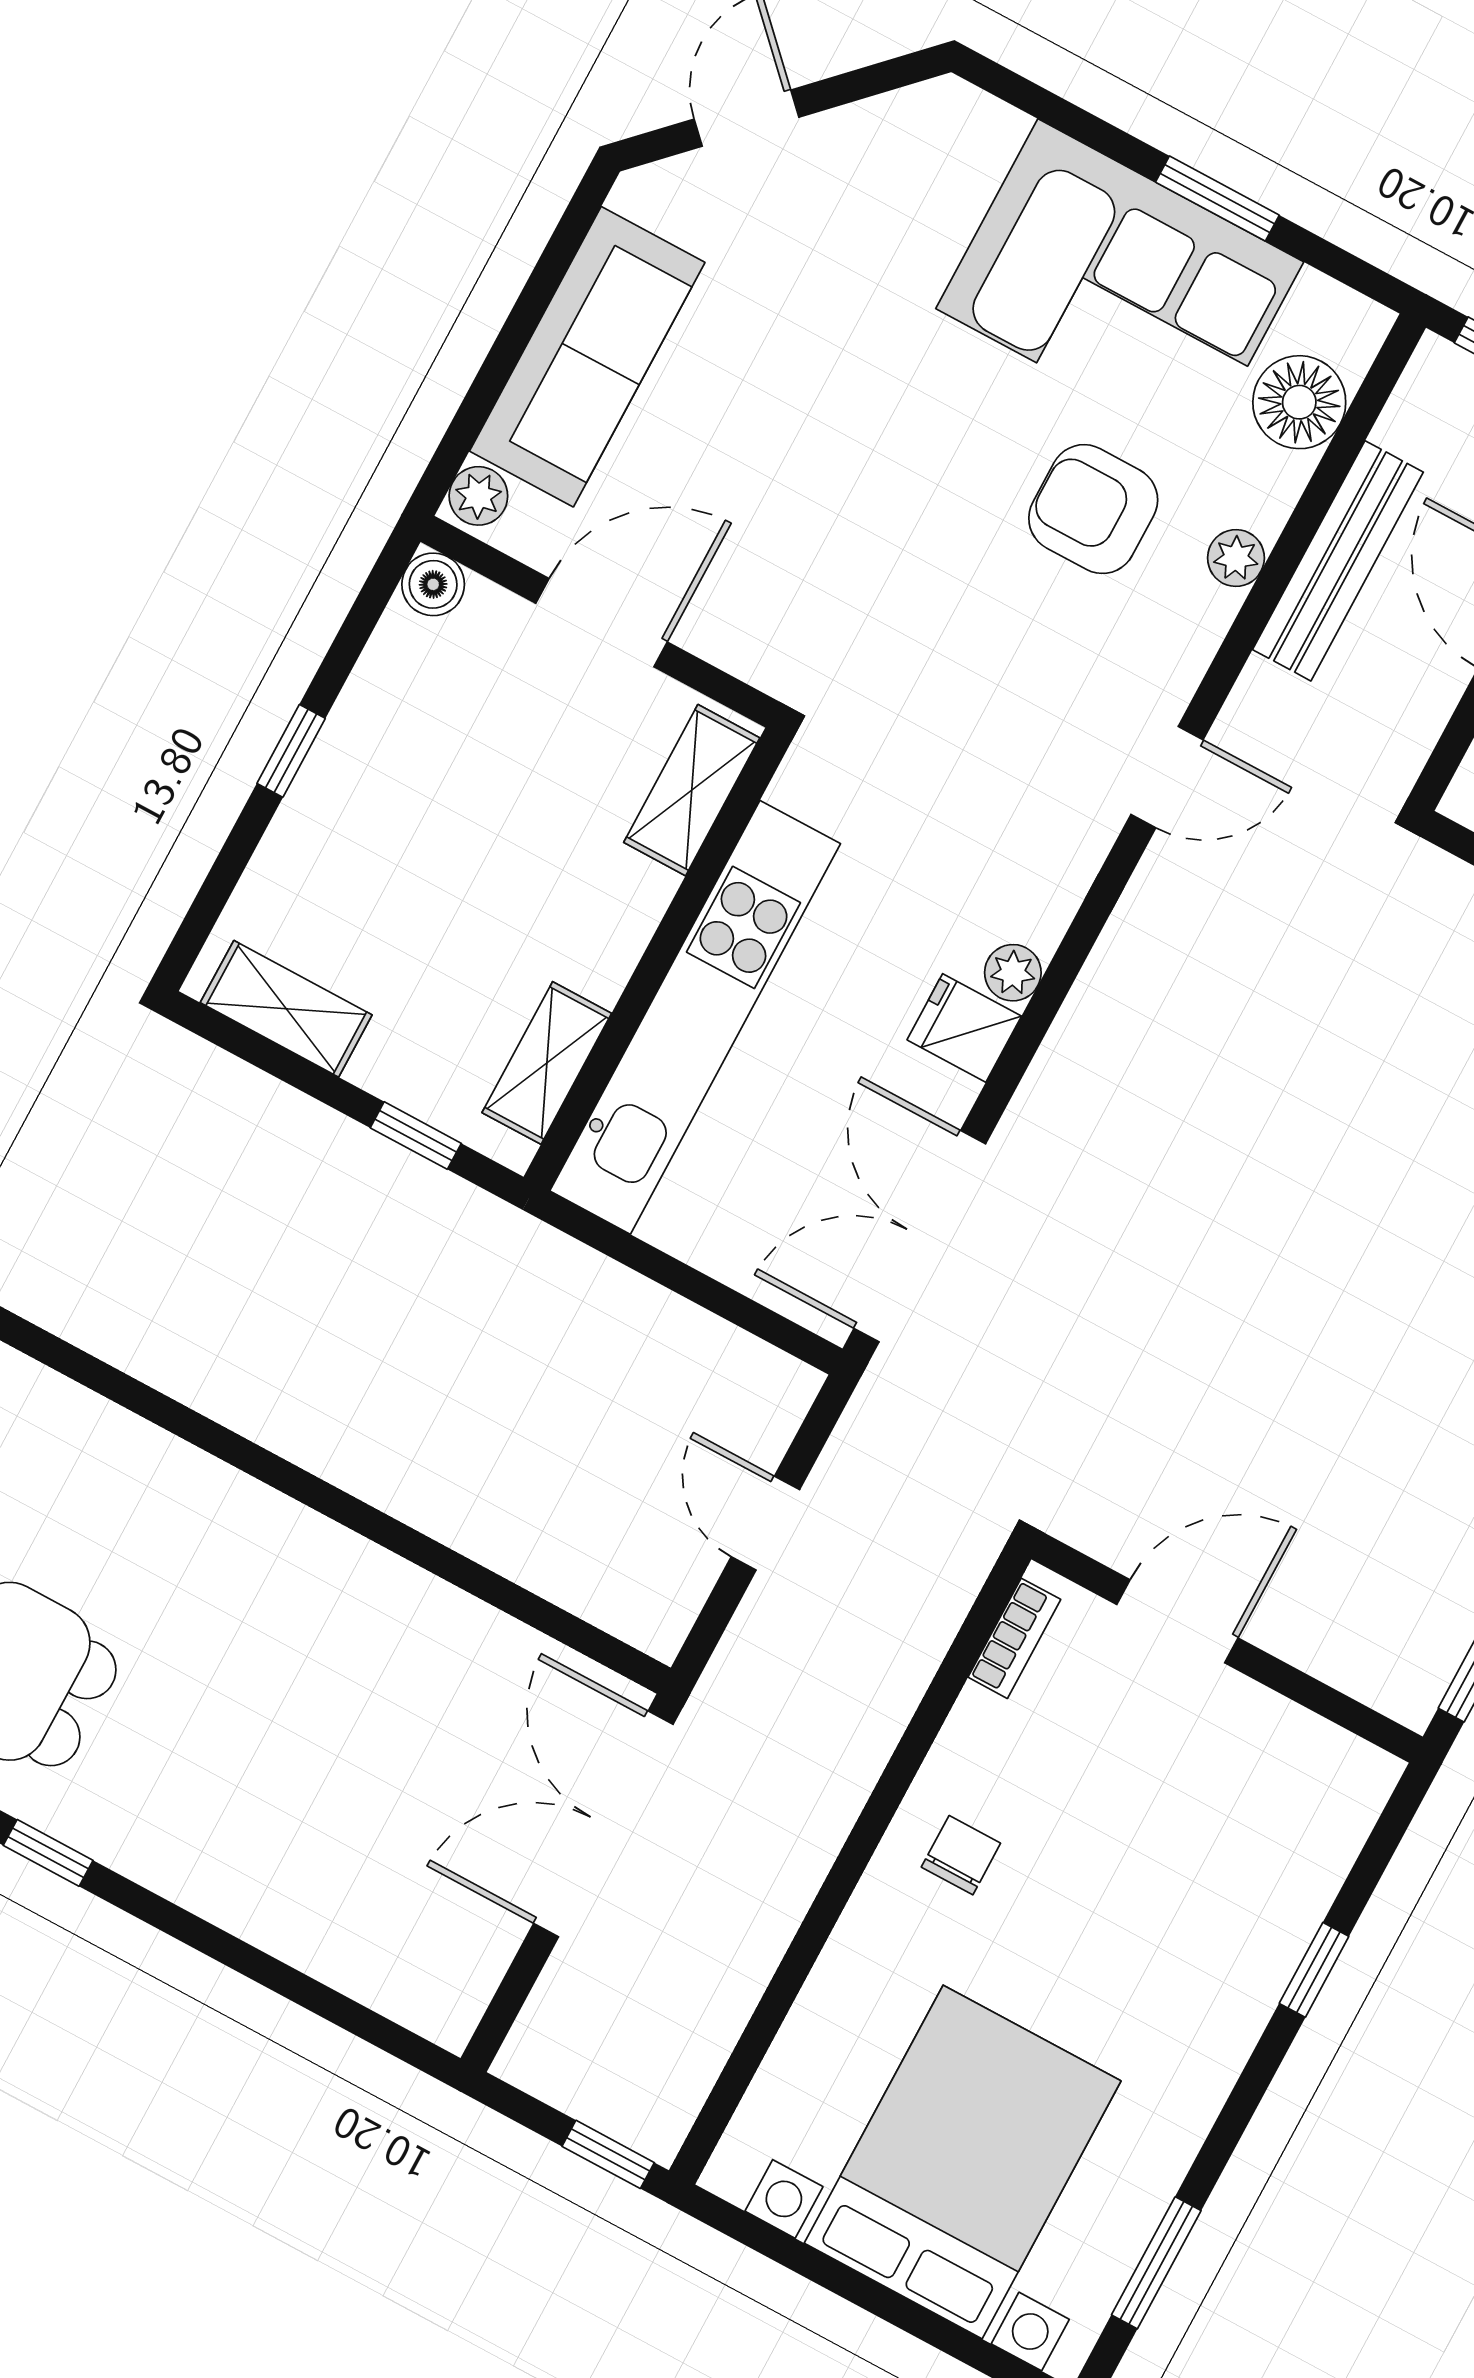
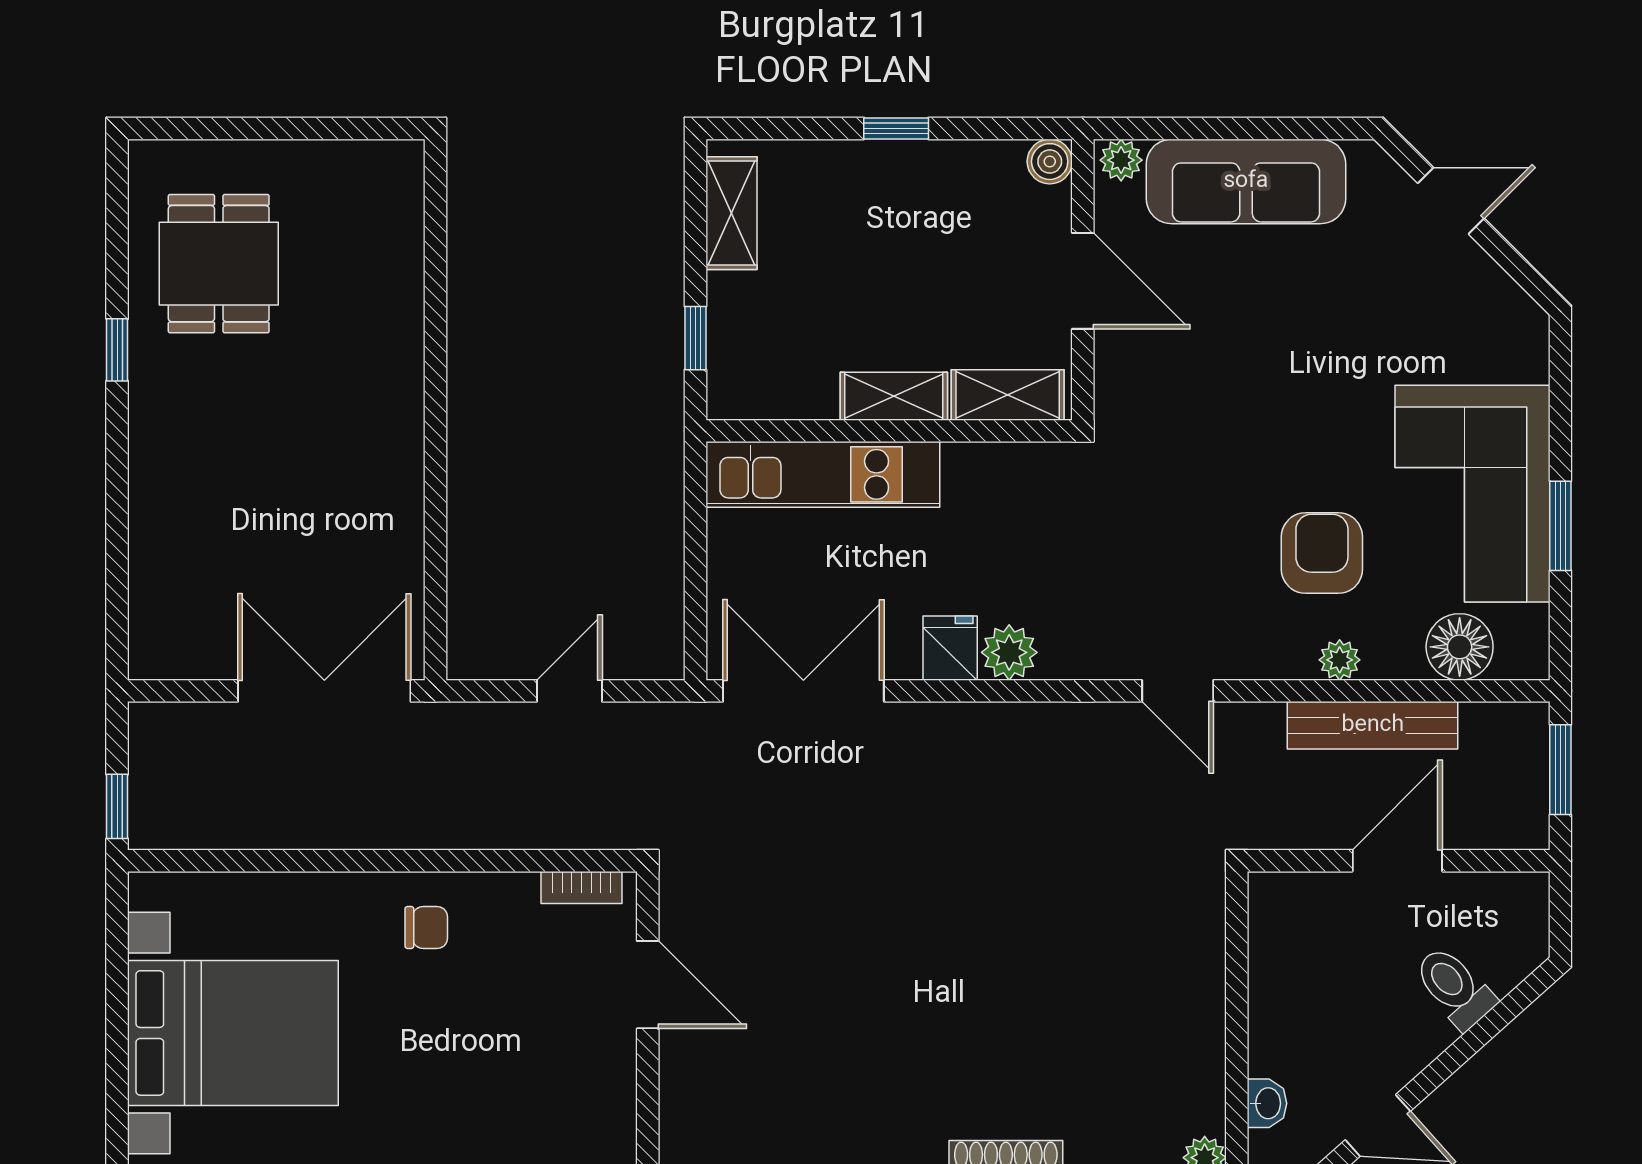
plant: (1013, 973) -> (1009, 652), width x1.38, depth x1.38
kitchen unit: (695, 1017) -> (823, 474), width x0.73
shelving: (547, 1063) -> (894, 396), moved

